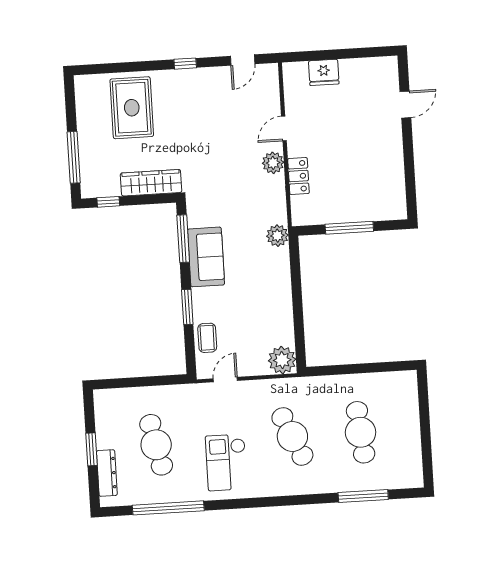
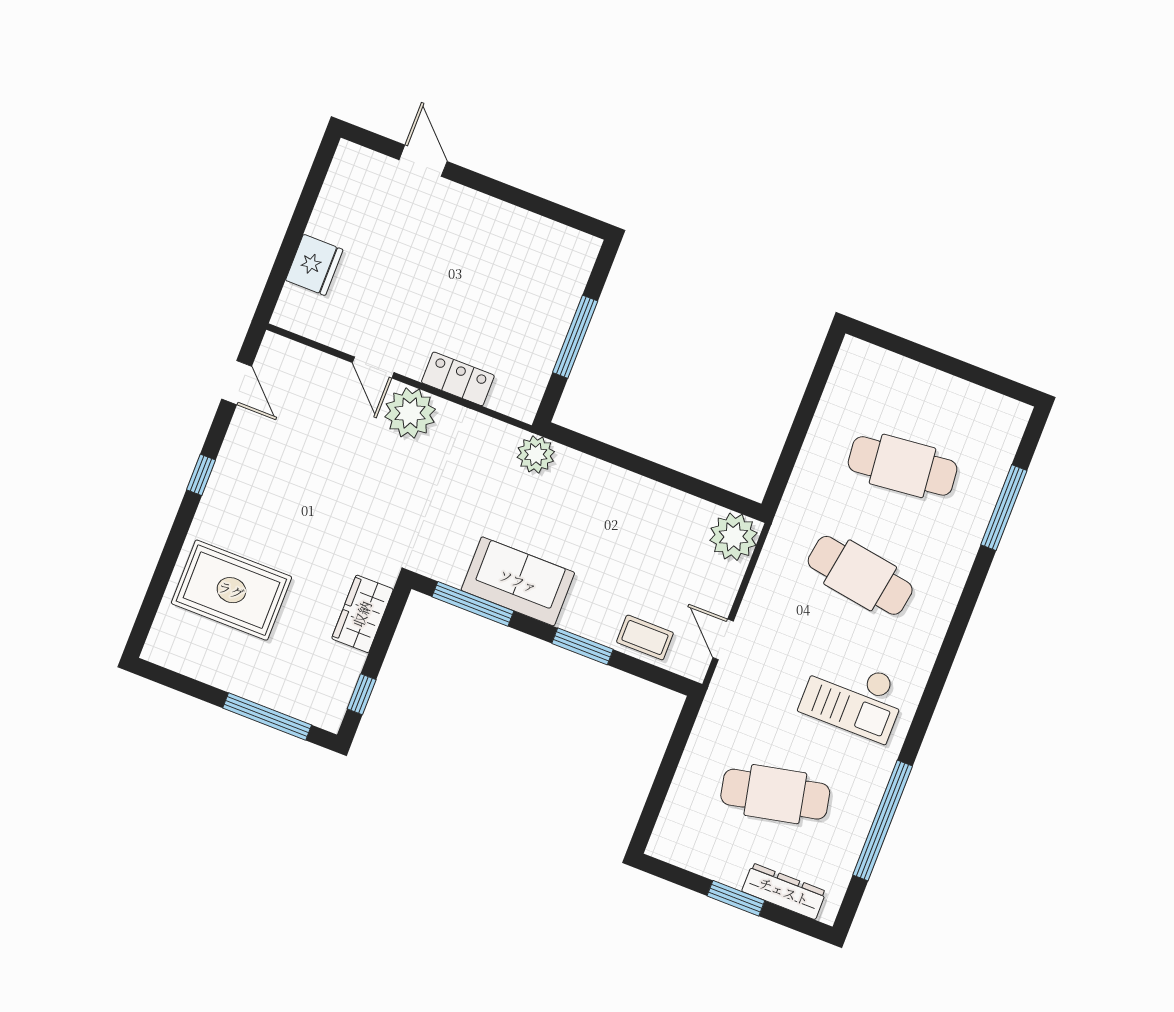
plant: (273, 163) -> (410, 413), width x1.36, depth x1.36
wardrobe: (151, 183) -> (362, 614), width x0.67
cafe table: (292, 436) -> (860, 575), turned 33

